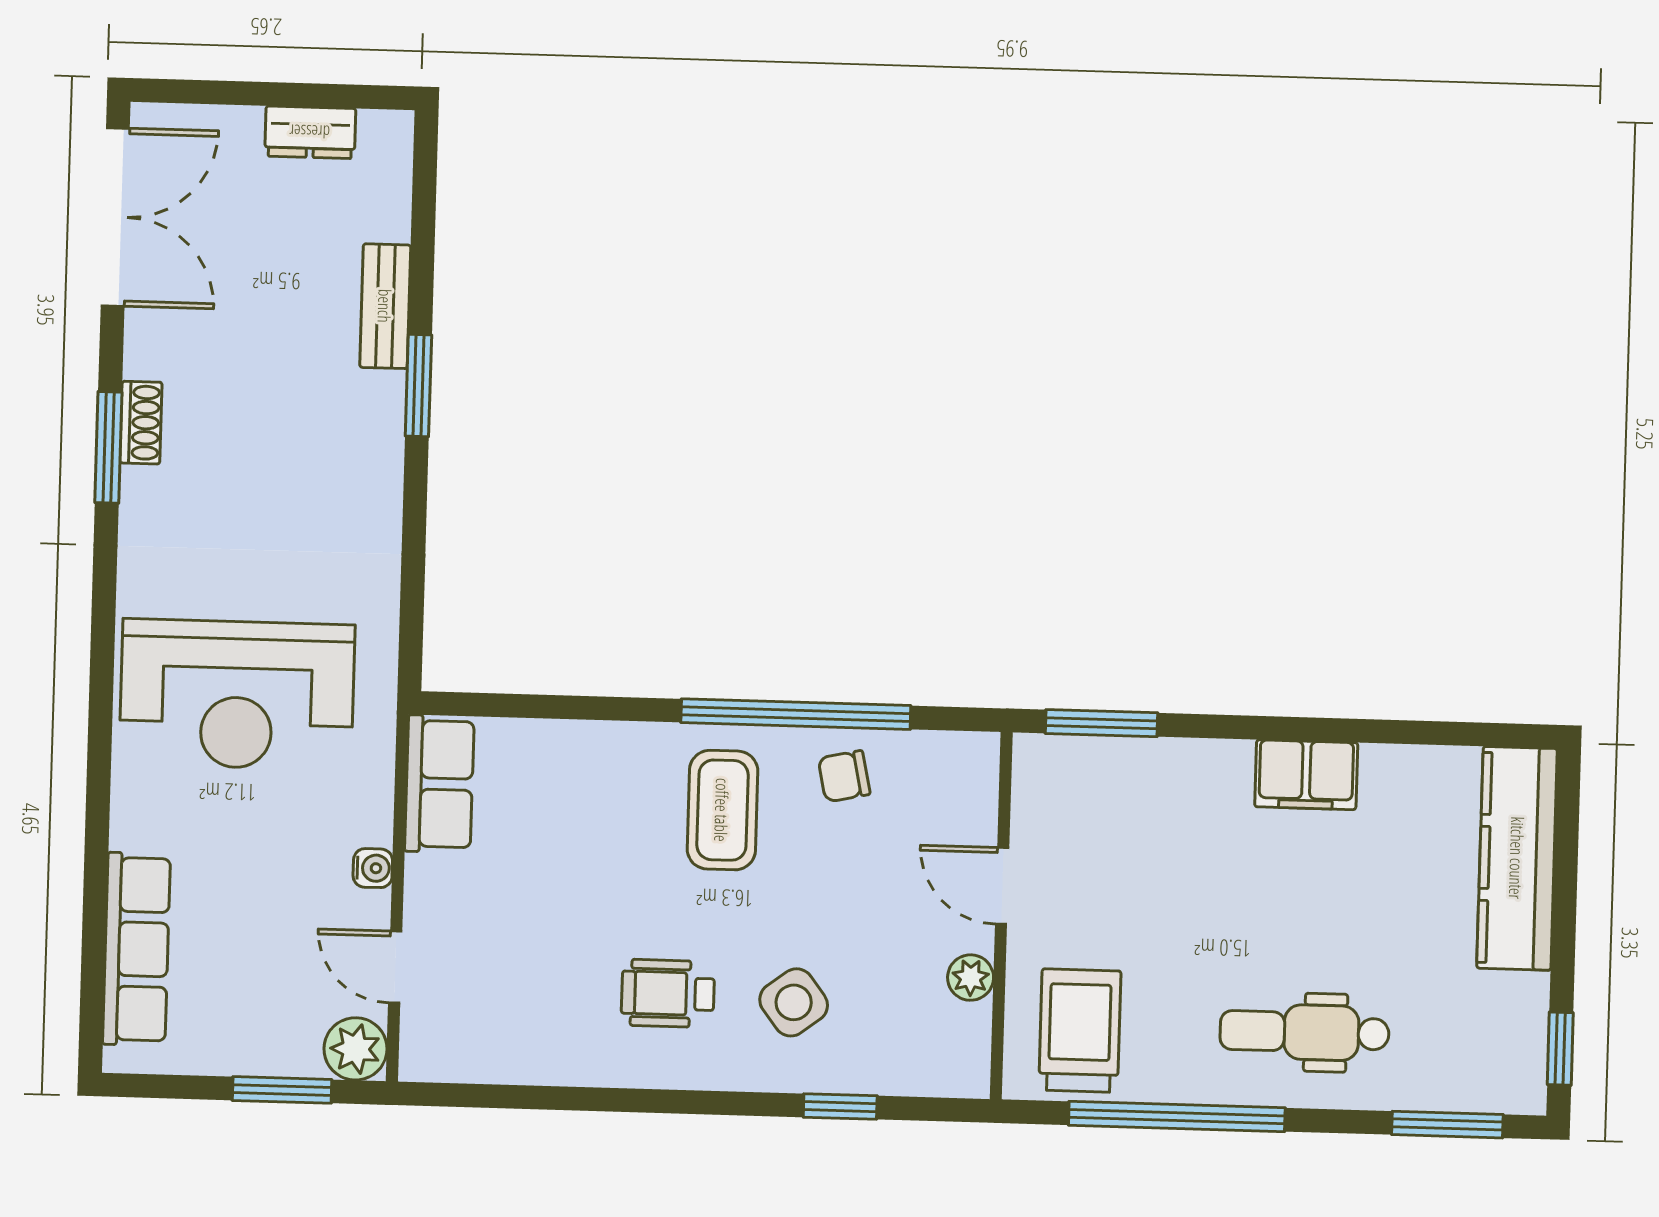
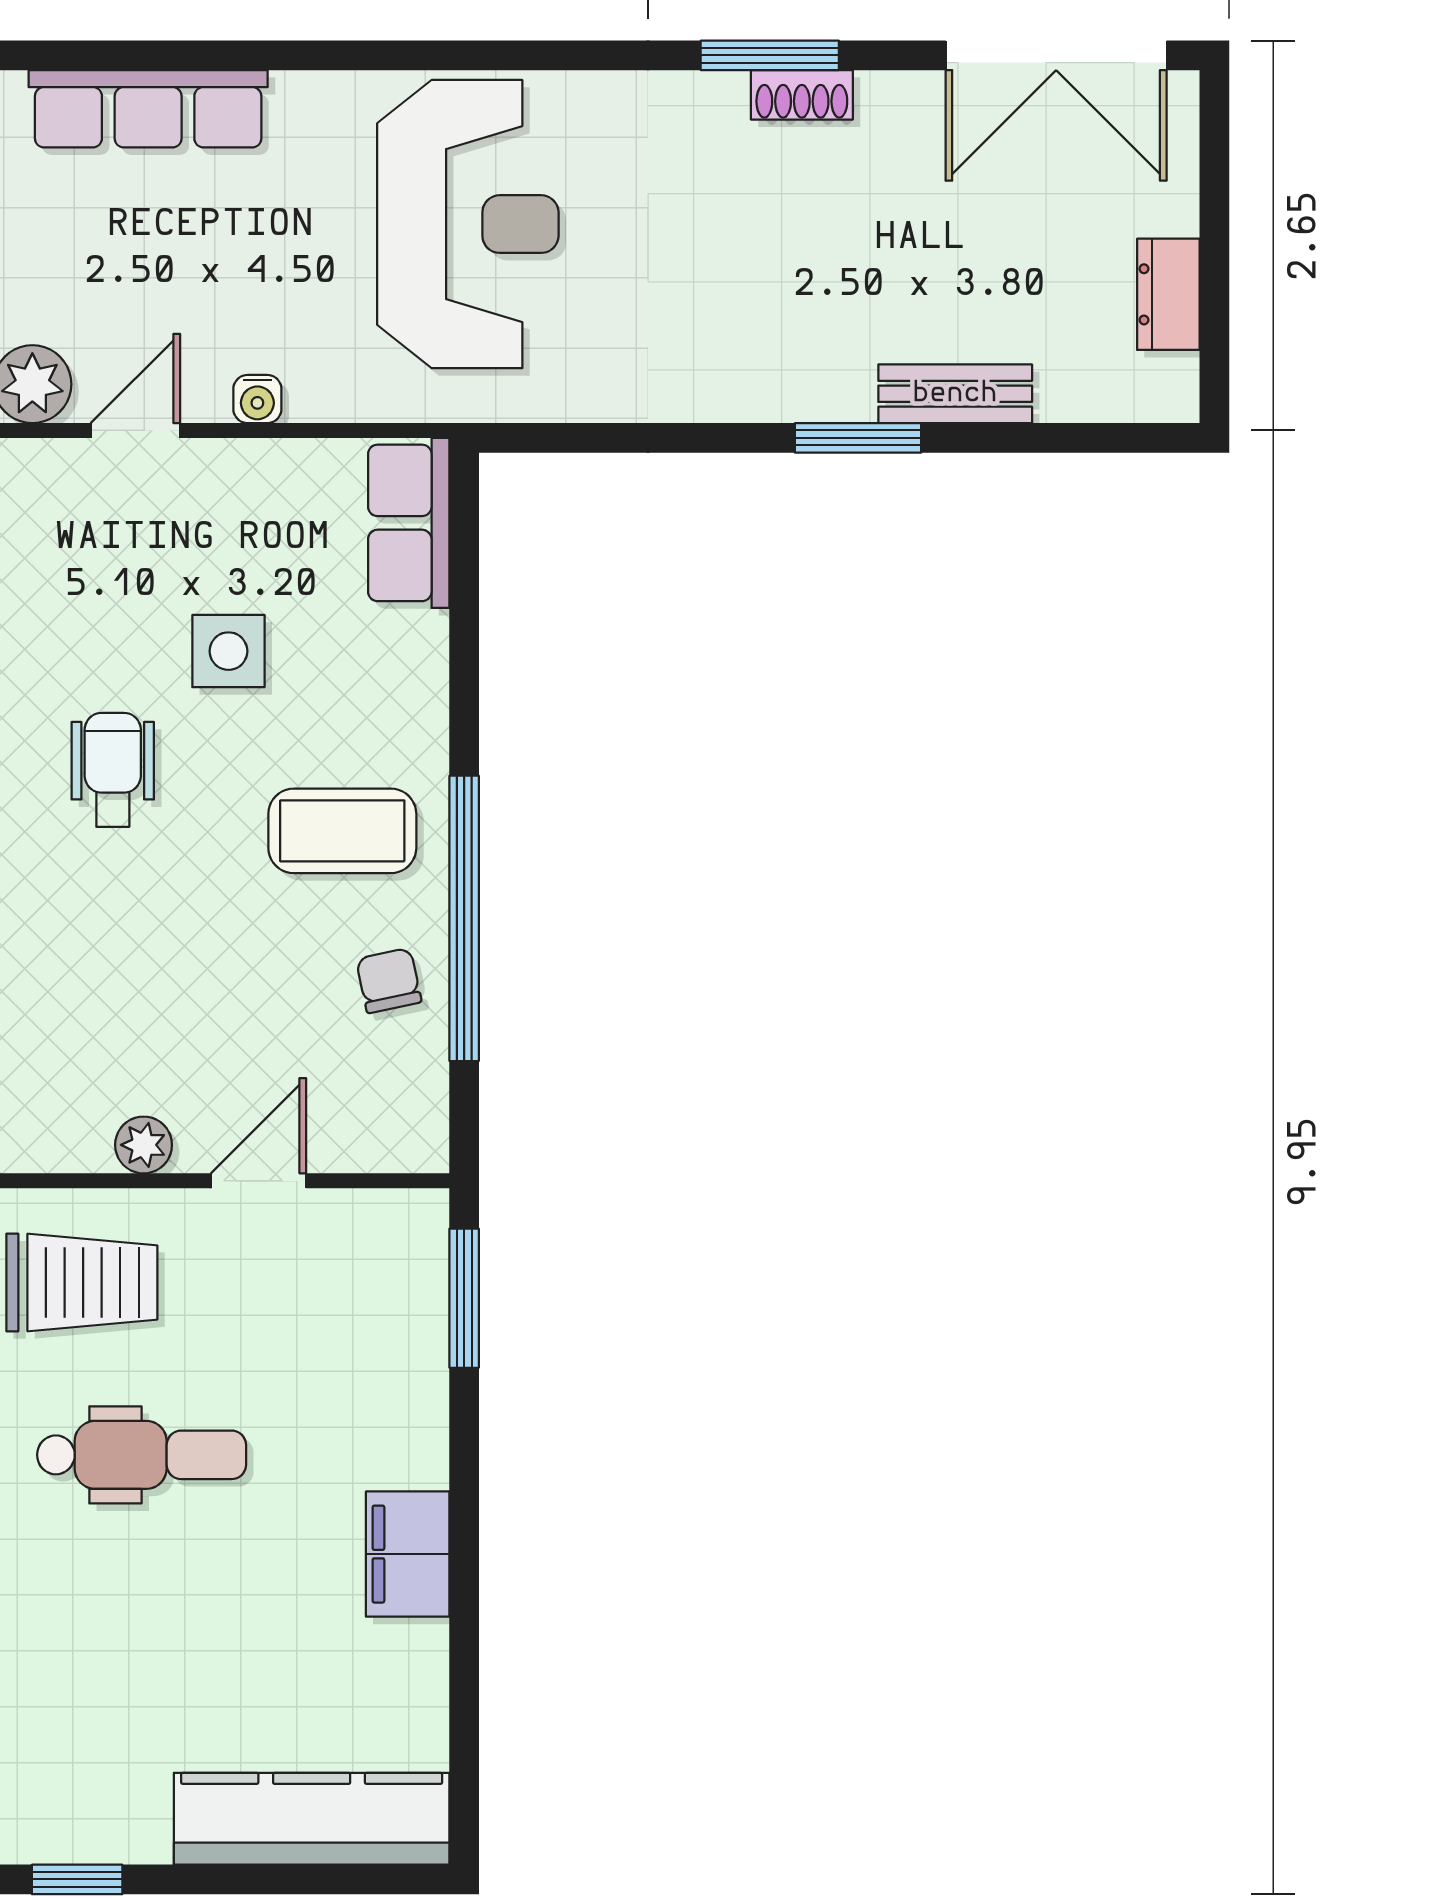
reception desk: (237, 694) -> (468, 224), turned 180
row of seats: (439, 784) -> (409, 523), moved, turned 90
side table: (794, 1002) -> (228, 651), moved, turned 37
dental chair: (1305, 1032) -> (142, 1455), moved, turned 90

